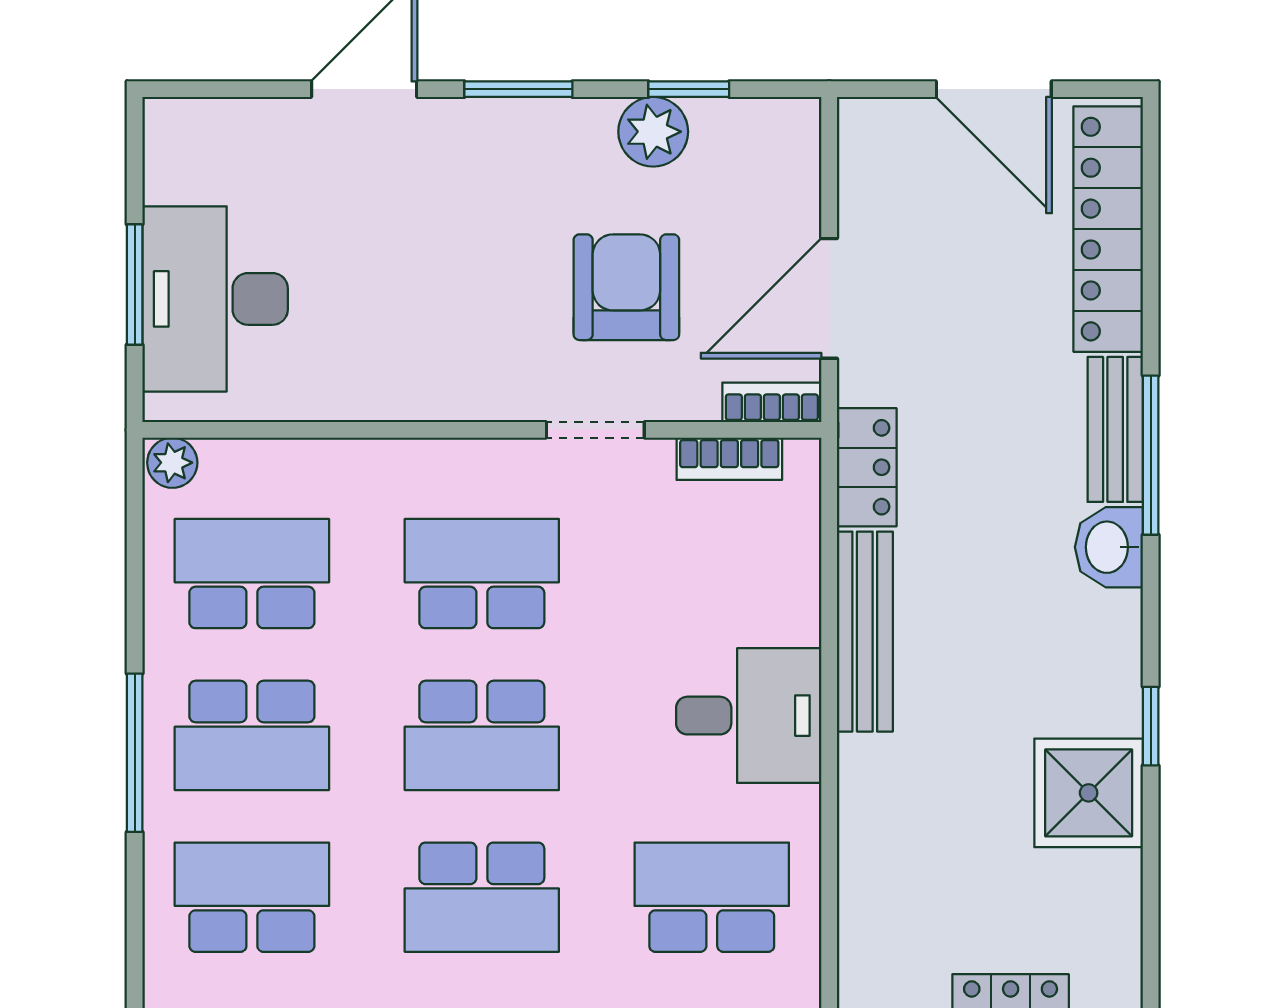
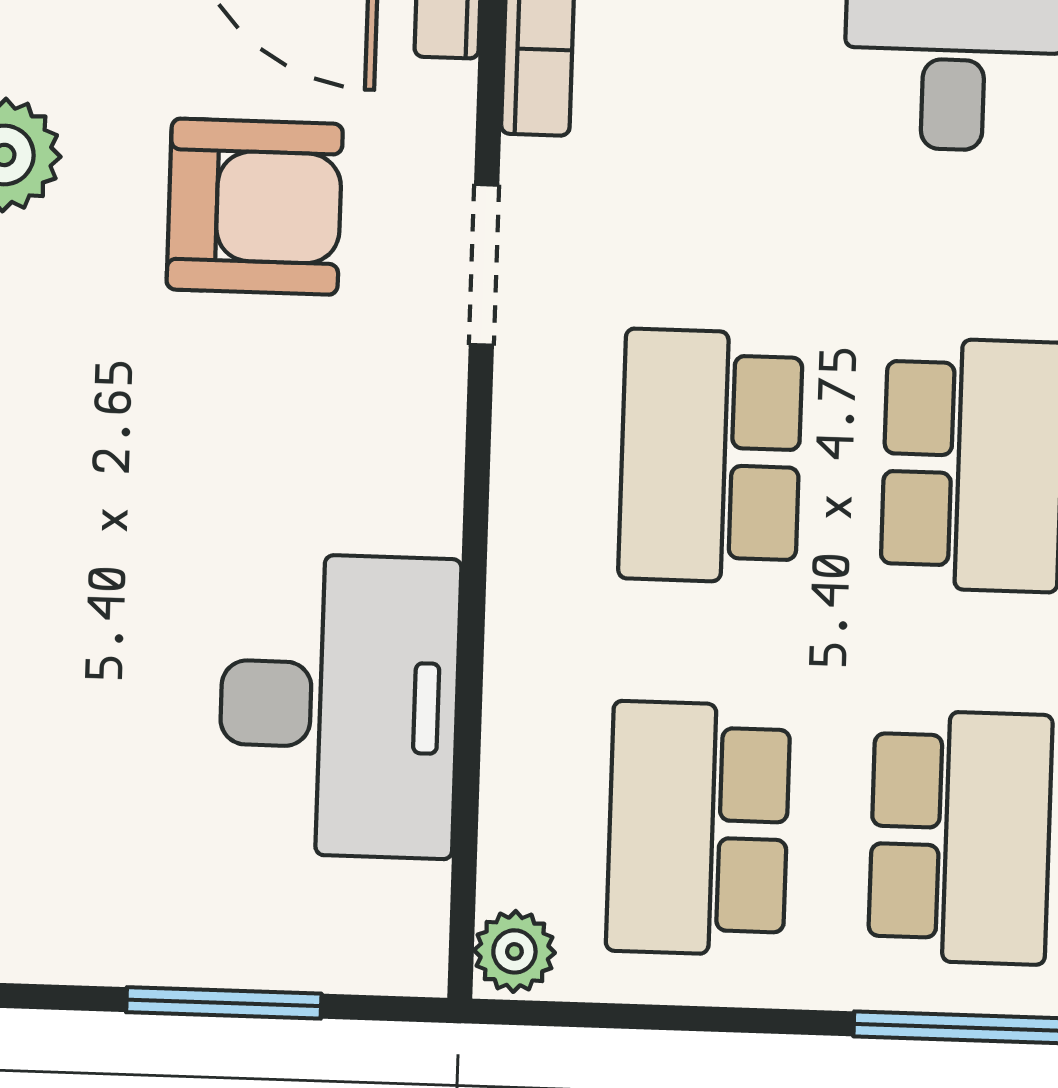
armchair: (626, 287) -> (255, 207), turned 180
desk: (215, 299) -> (339, 706), moved, turned -90

